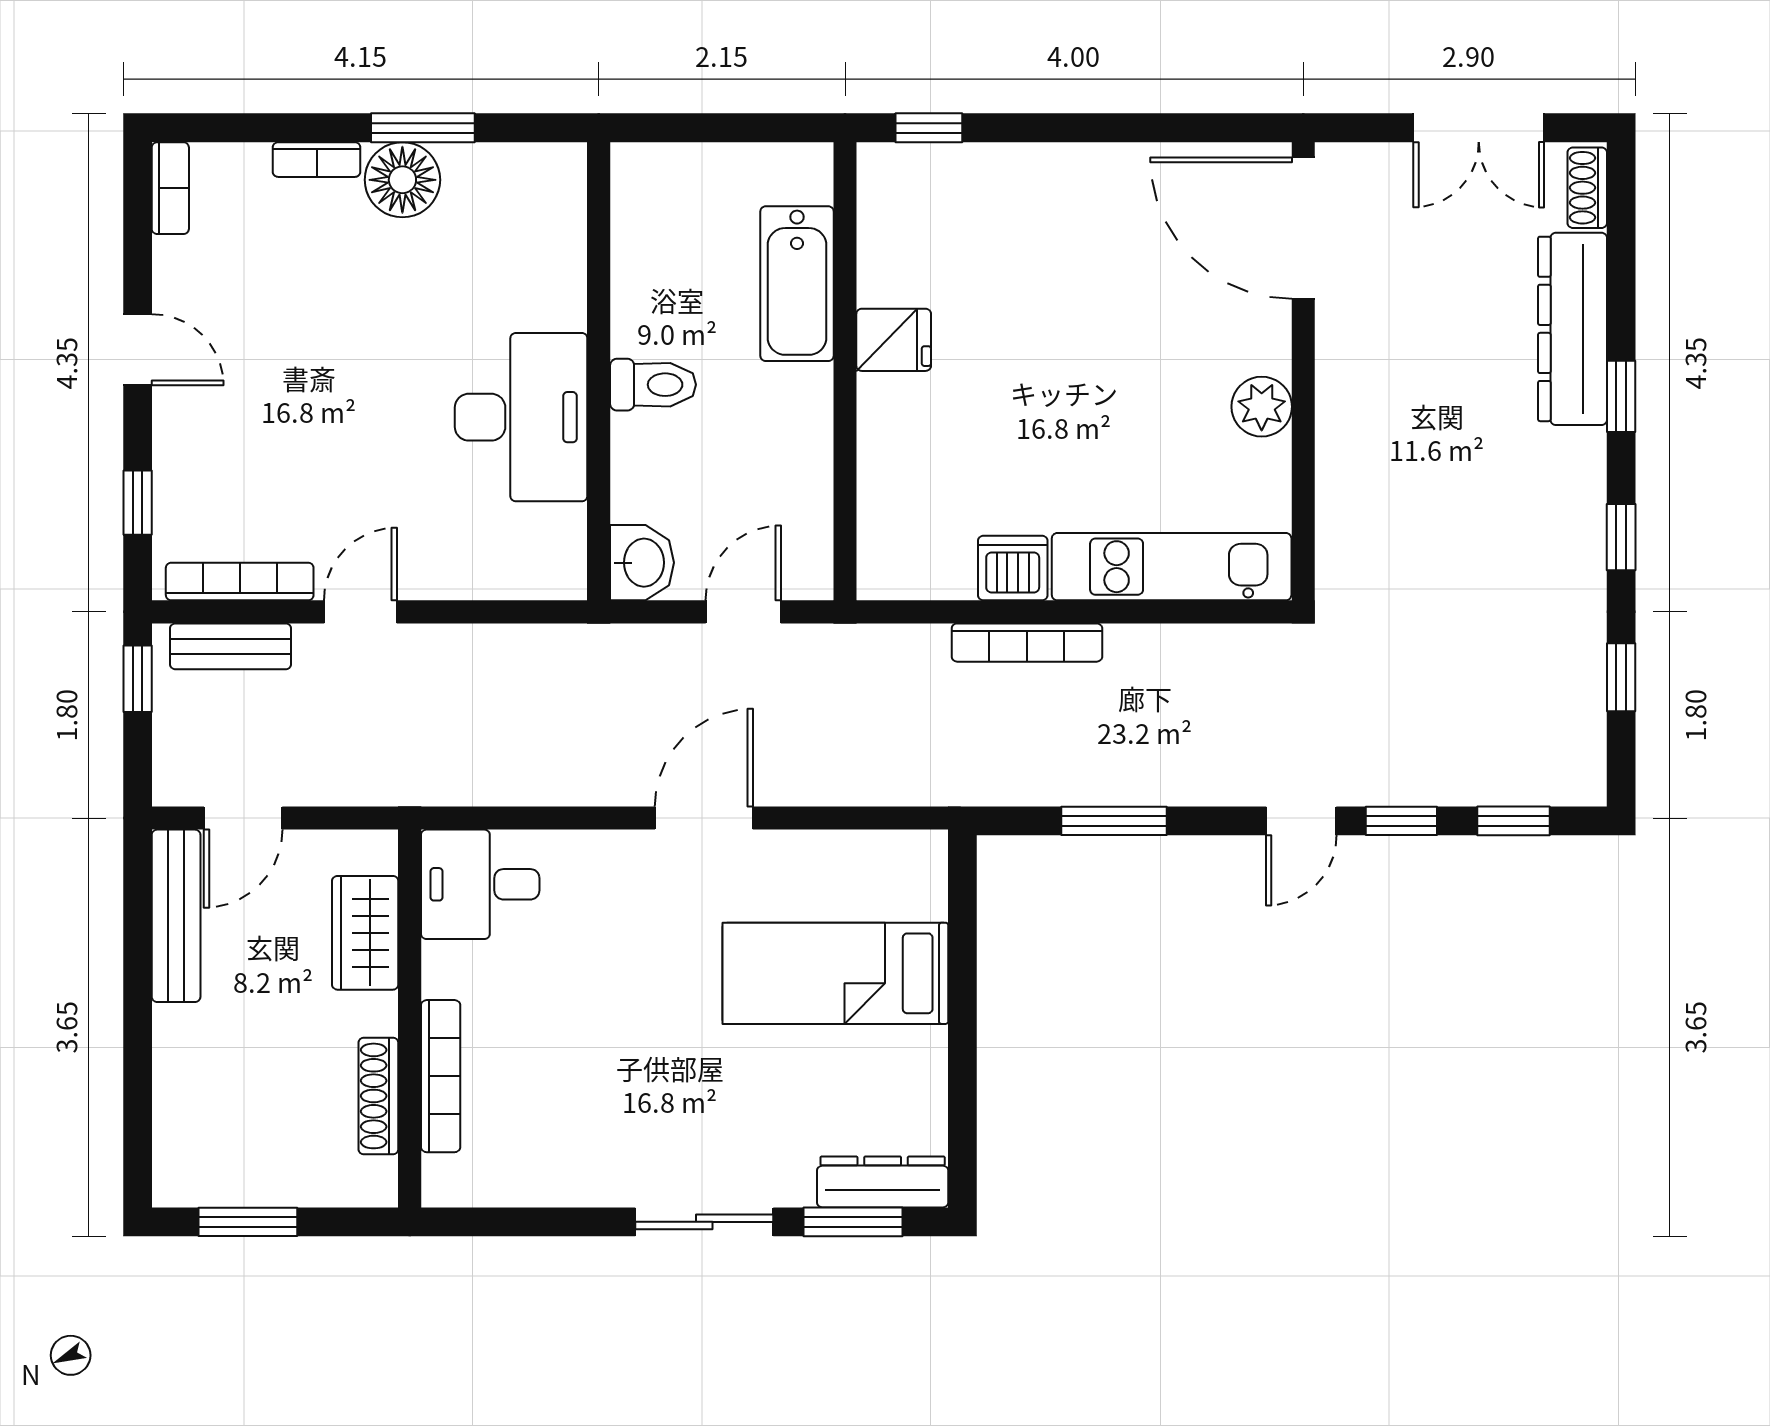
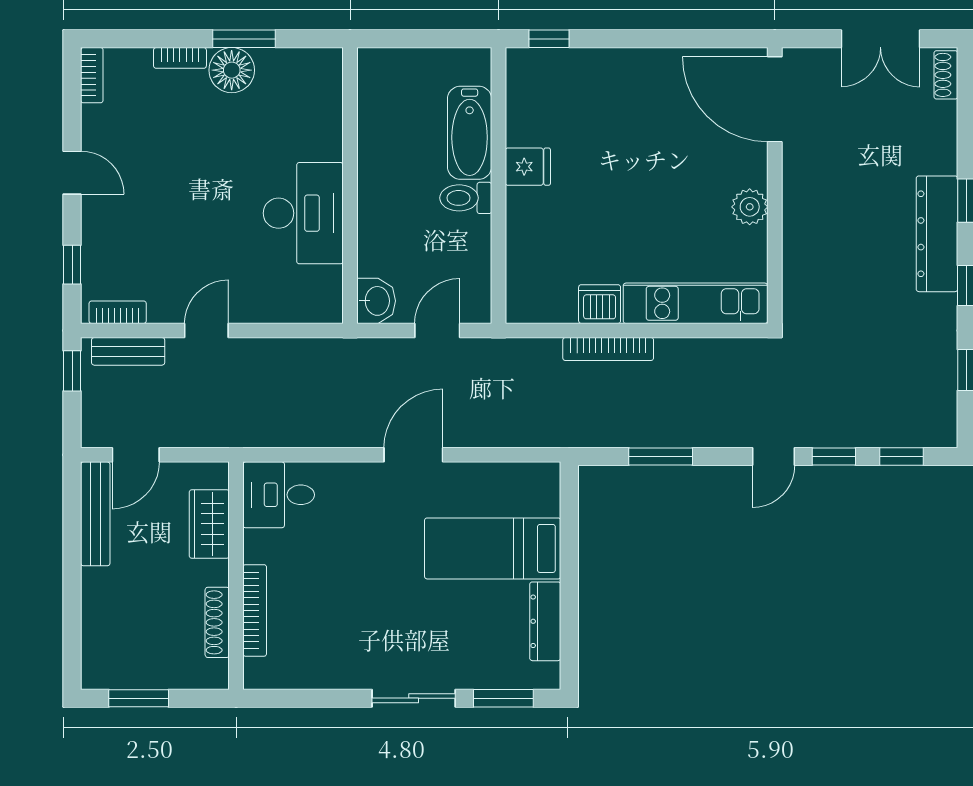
dresser: (1573, 329) -> (937, 234), moved
toilet: (653, 385) -> (466, 198), moved, turned 180
bookcase: (240, 581) -> (118, 312), width x0.64
dresser: (883, 1182) -> (545, 621), moved, turned -90

